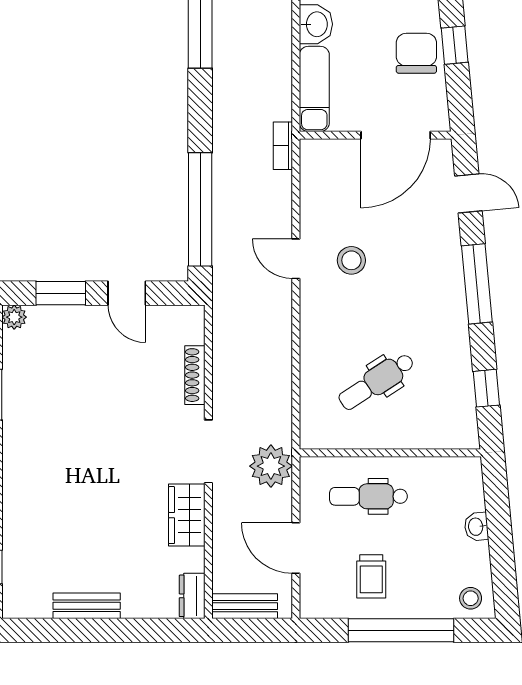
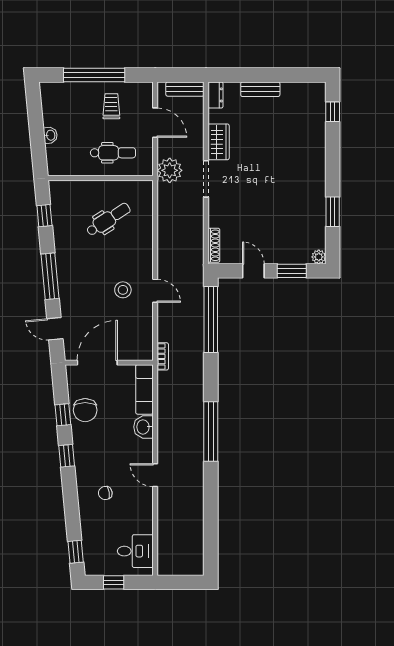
shoe rack: (195, 375) -> (214, 245), moved
stool: (471, 598) -> (54, 94), removed
bench: (87, 606) -> (260, 89), moved

